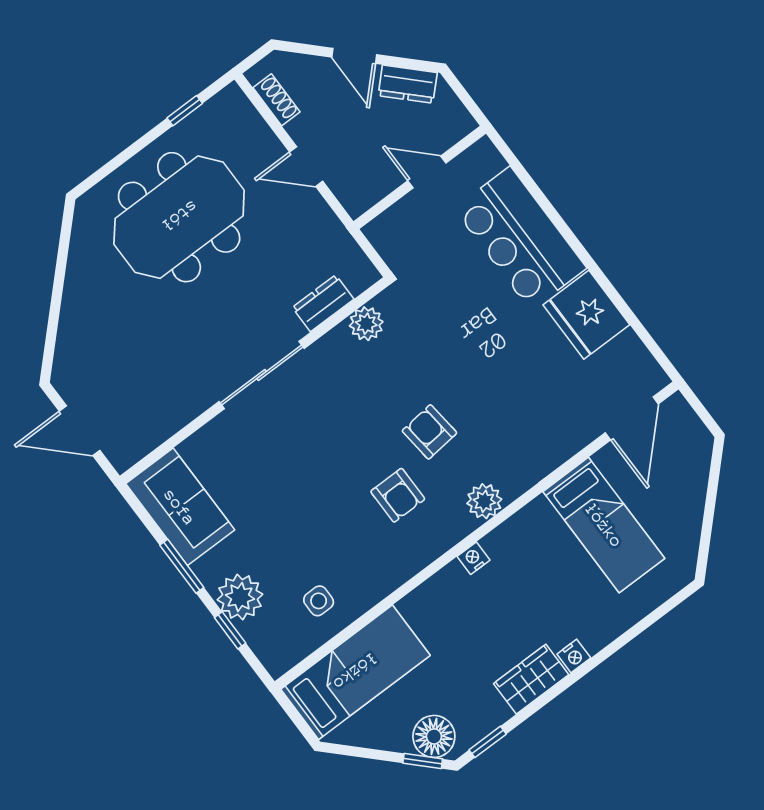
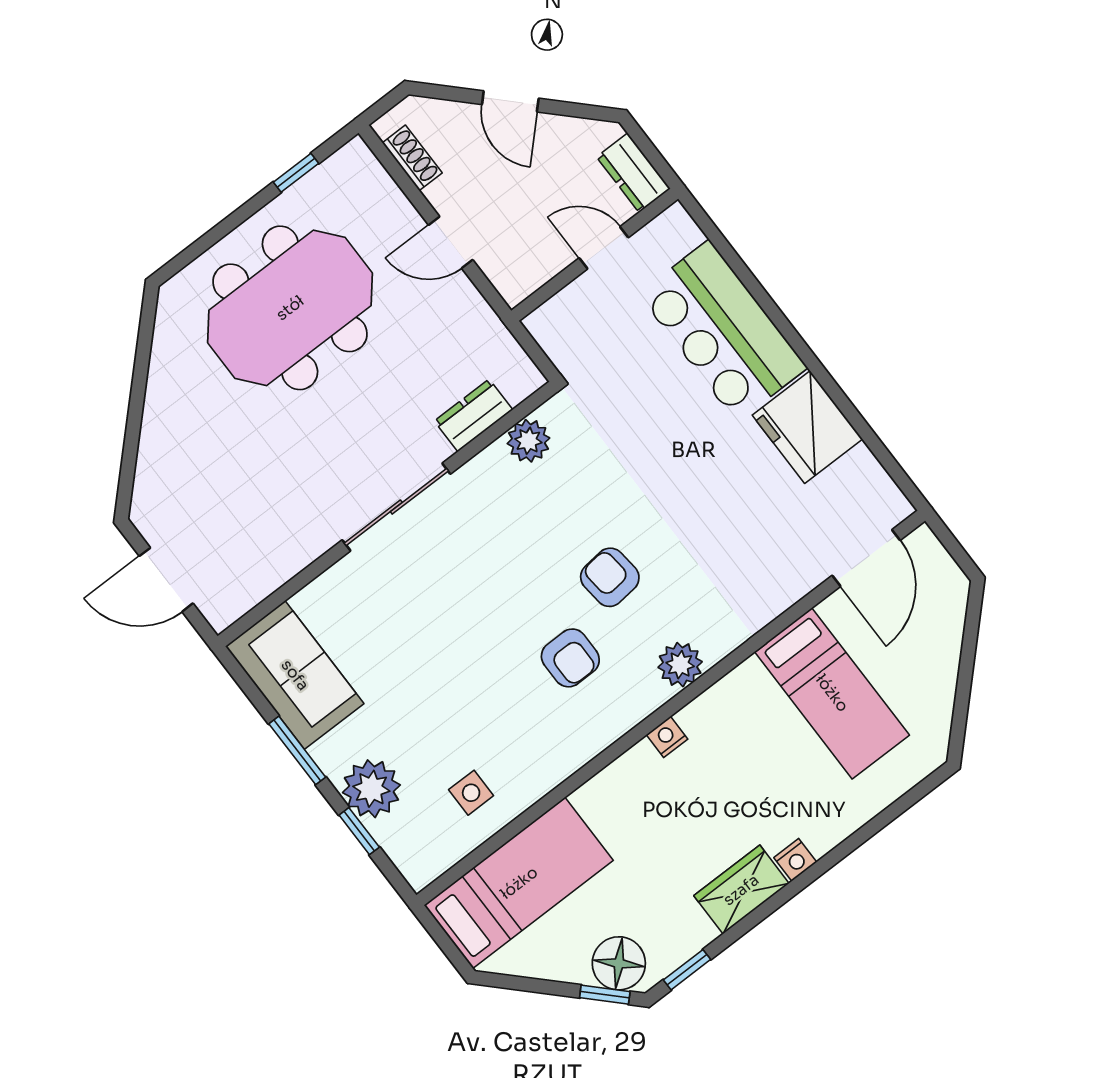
dresser: (408, 84) -> (633, 173), moved, turned 45

